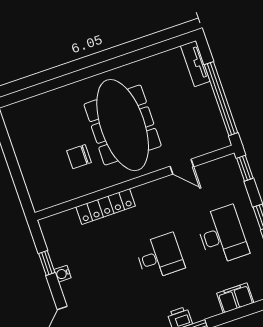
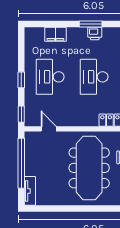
door: (182, 167) -> (49, 129), moved
desk: (160, 257) -> (94, 77), width x1.37

